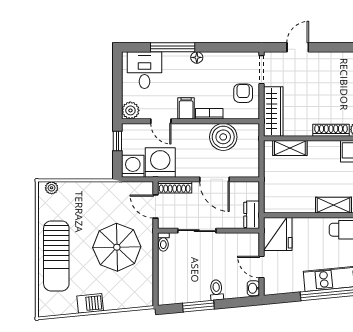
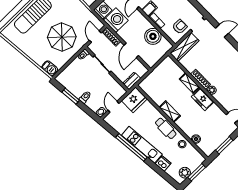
shelving: (290, 148) -> (189, 83), moved
barbecue: (90, 303) -> (50, 68), moved

